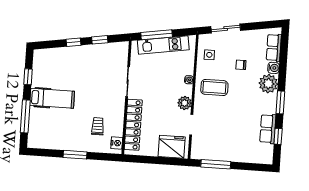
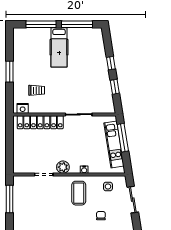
window: (28, 77) -> (77, 24), width x2.17
fridge: (172, 147) -> (23, 158), removed

